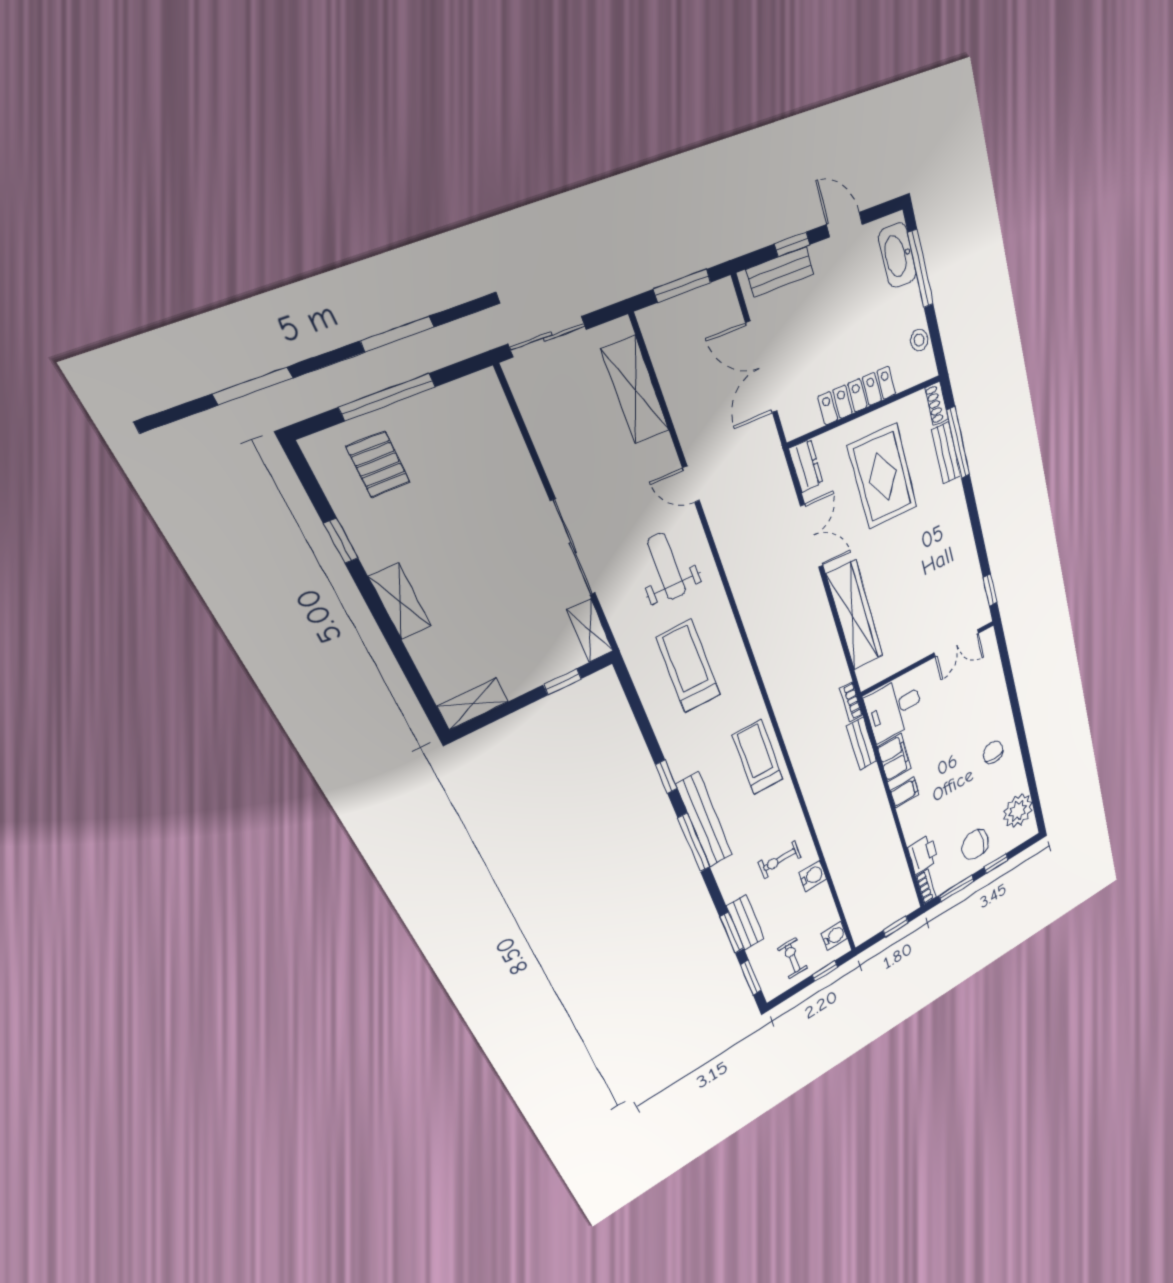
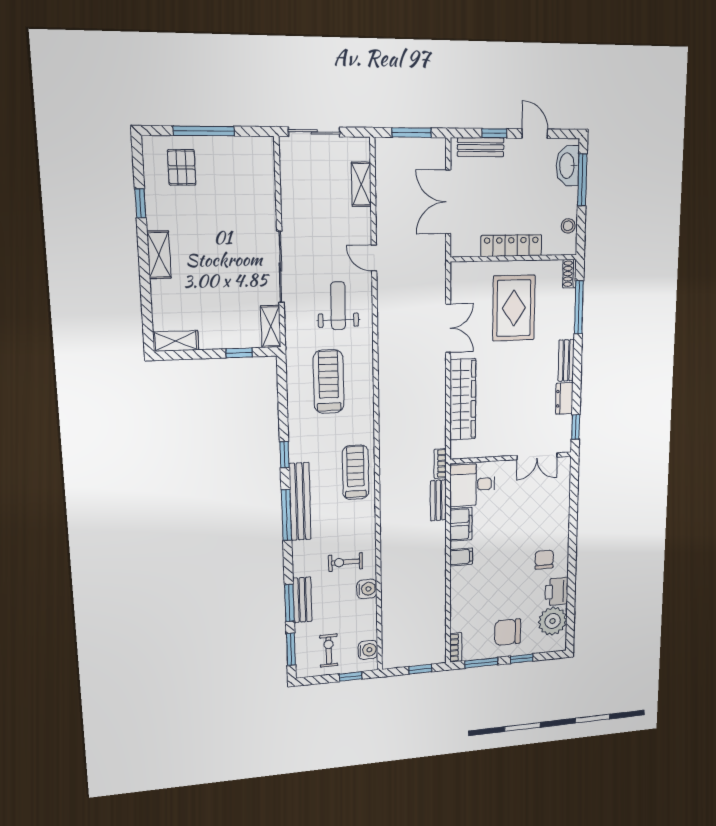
shelving: (635, 390) -> (361, 184), width x0.67, depth x0.75
bench: (946, 453) -> (566, 360), moved
dresser: (806, 466) -> (564, 398), moved, turned 180
printer: (923, 854) -> (557, 592), moved, turned 180

